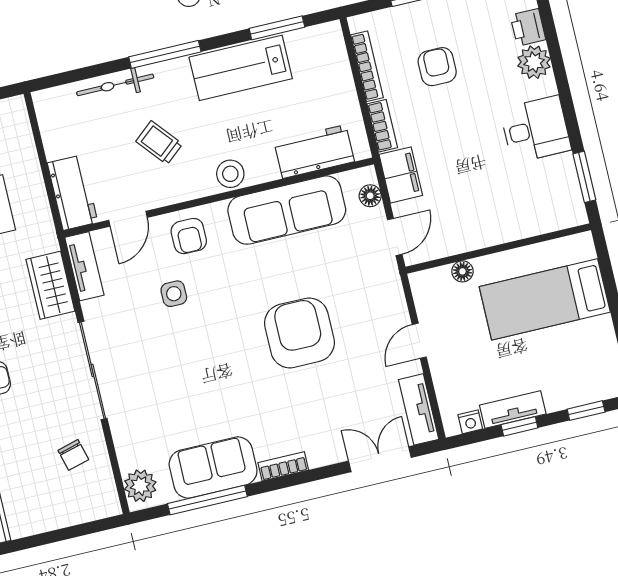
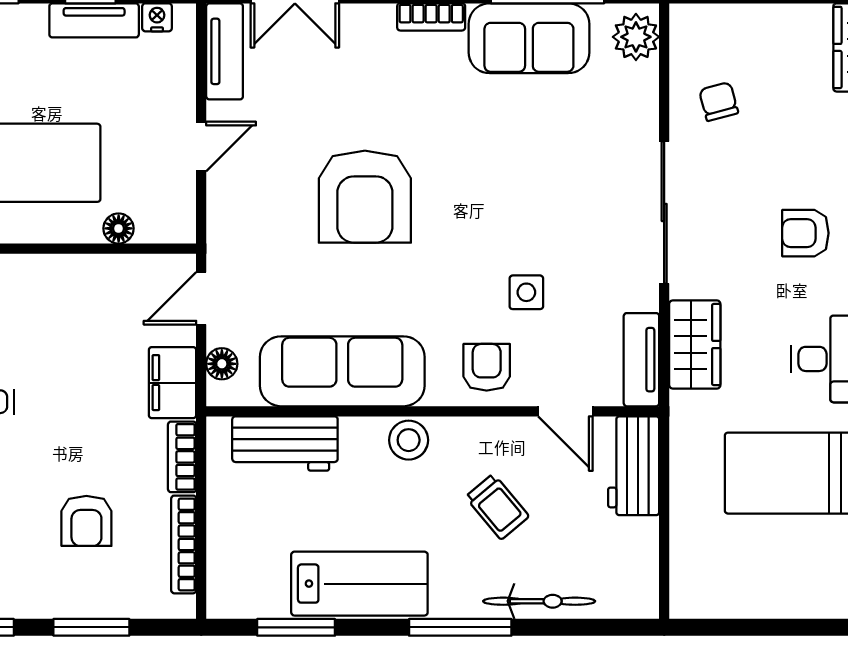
door: (128, 219) -> (565, 411), swing flipped

